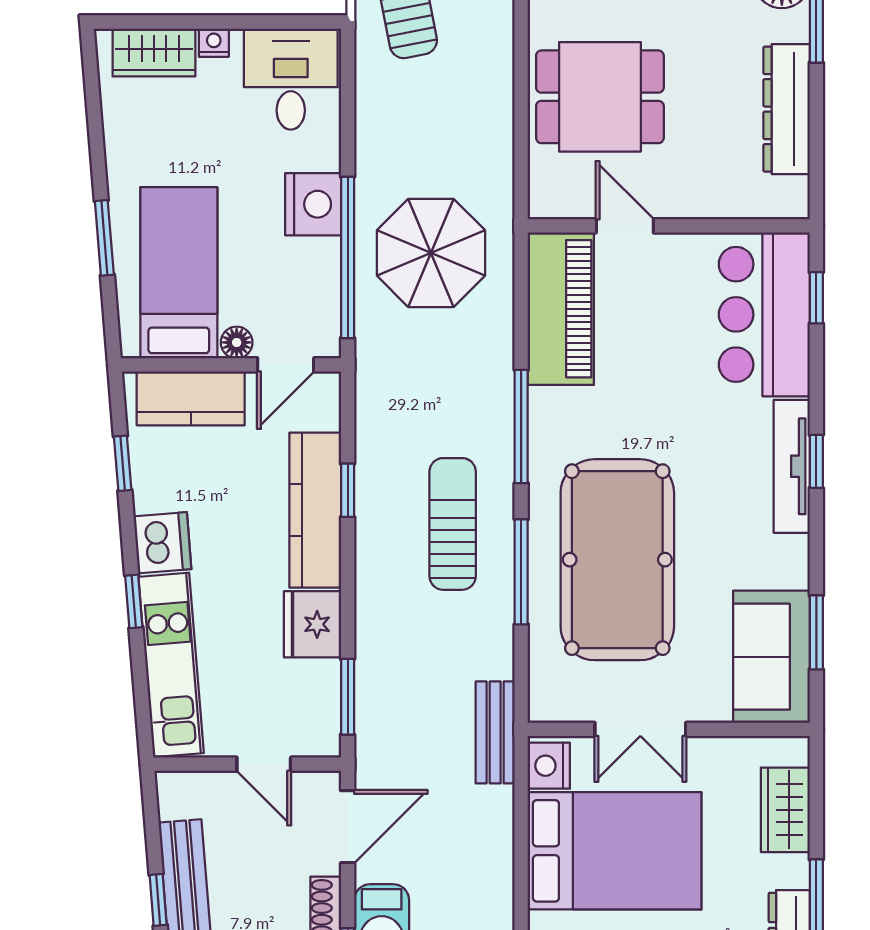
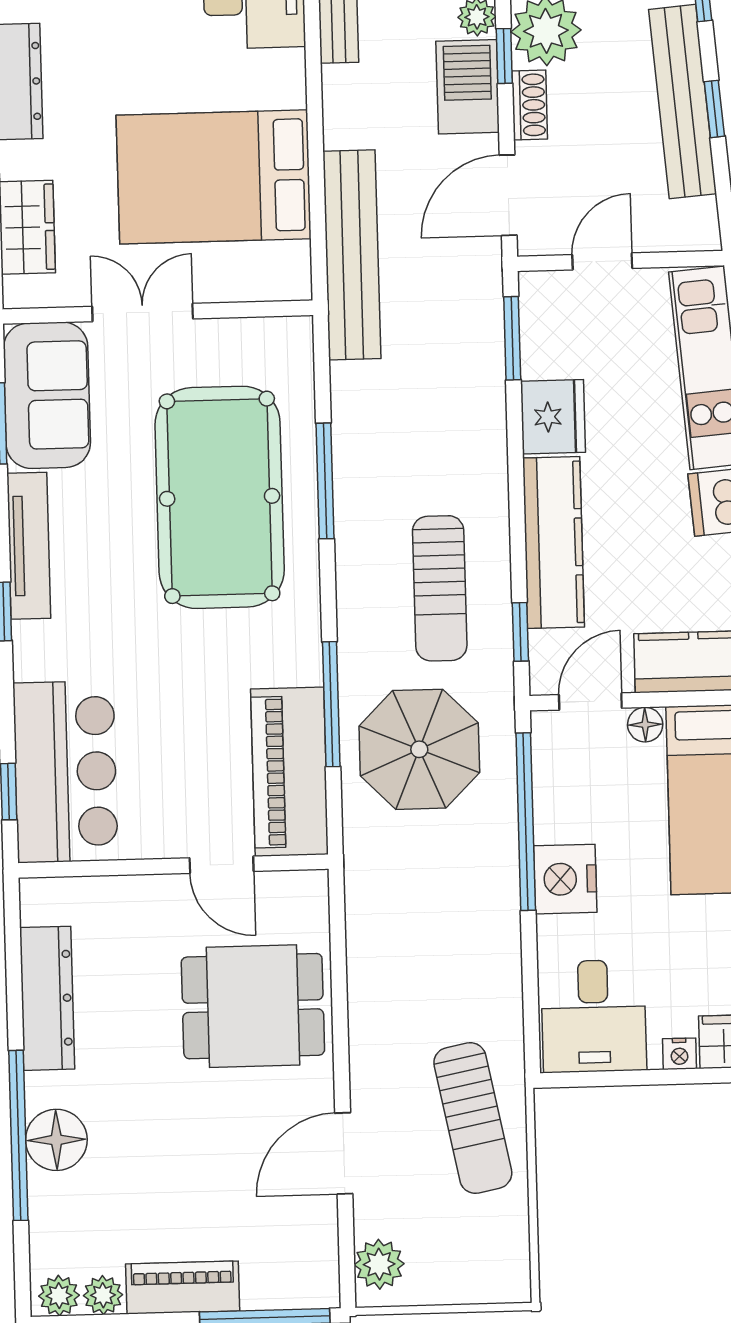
parasol: (431, 253) -> (419, 749), moved
window: (521, 427) -> (331, 704), moved
tv unit: (792, 466) -> (29, 546), moved
window: (348, 490) -> (520, 632), moved
sun lounger: (453, 524) -> (440, 588), moved
double door: (640, 729) -> (143, 313), moved
bench: (495, 732) -> (352, 255), width x1.86, depth x1.21
door: (264, 764) -> (602, 261), hinge flipped
nightstand: (549, 766) -> (289, 269), removed

